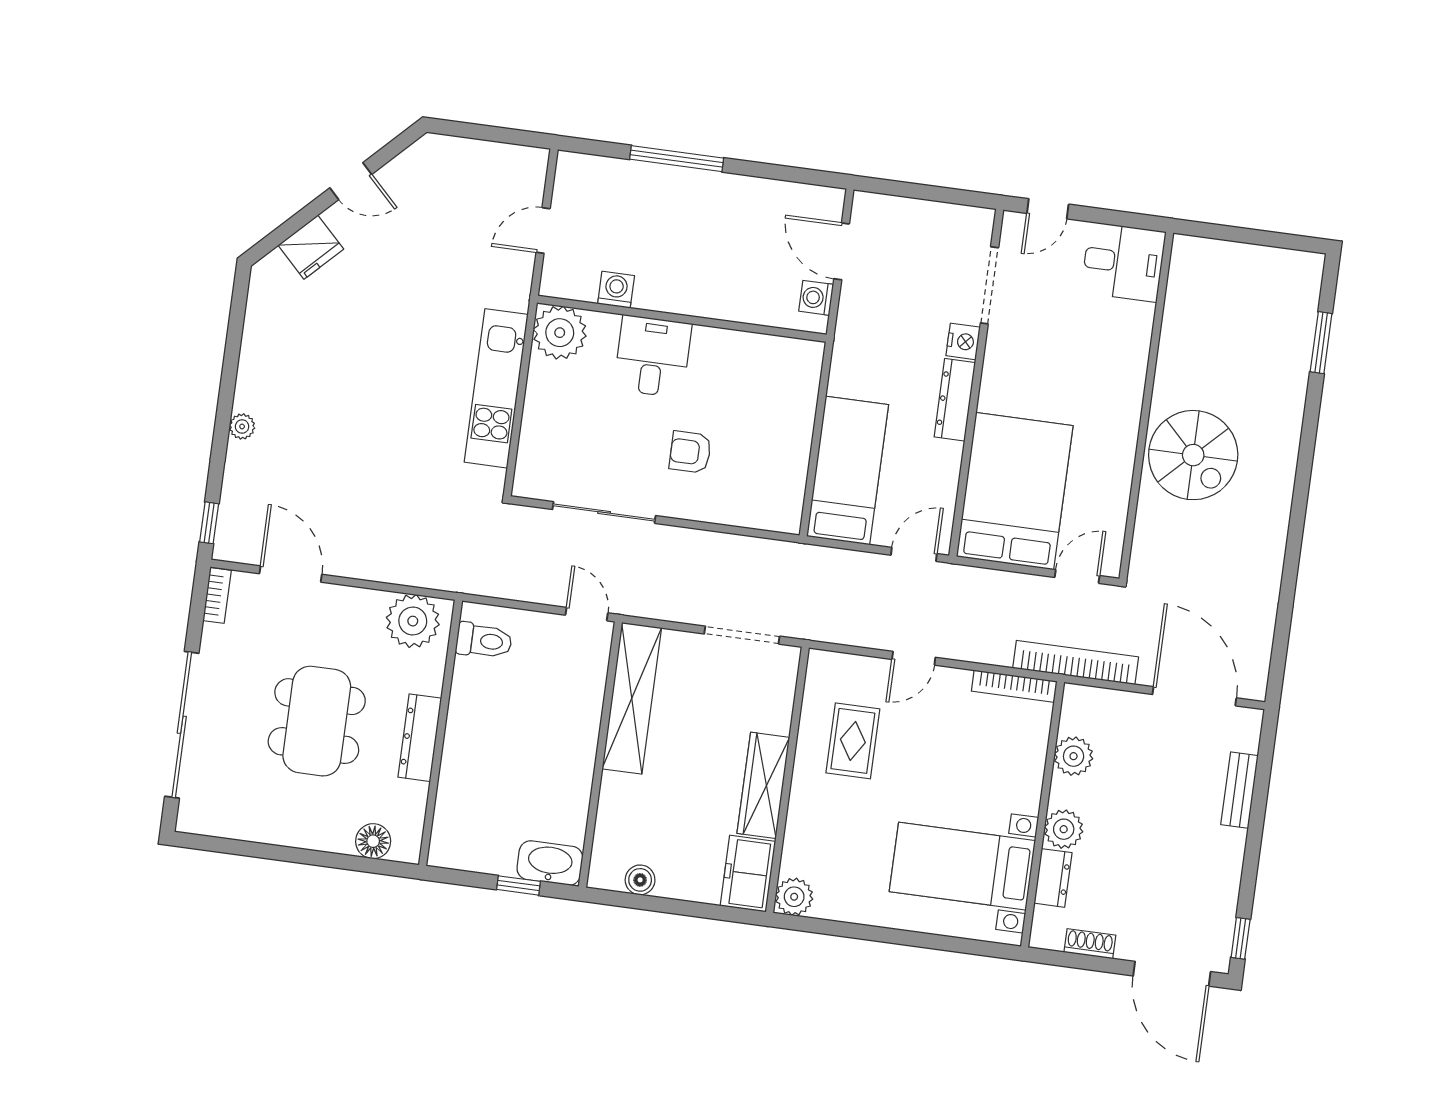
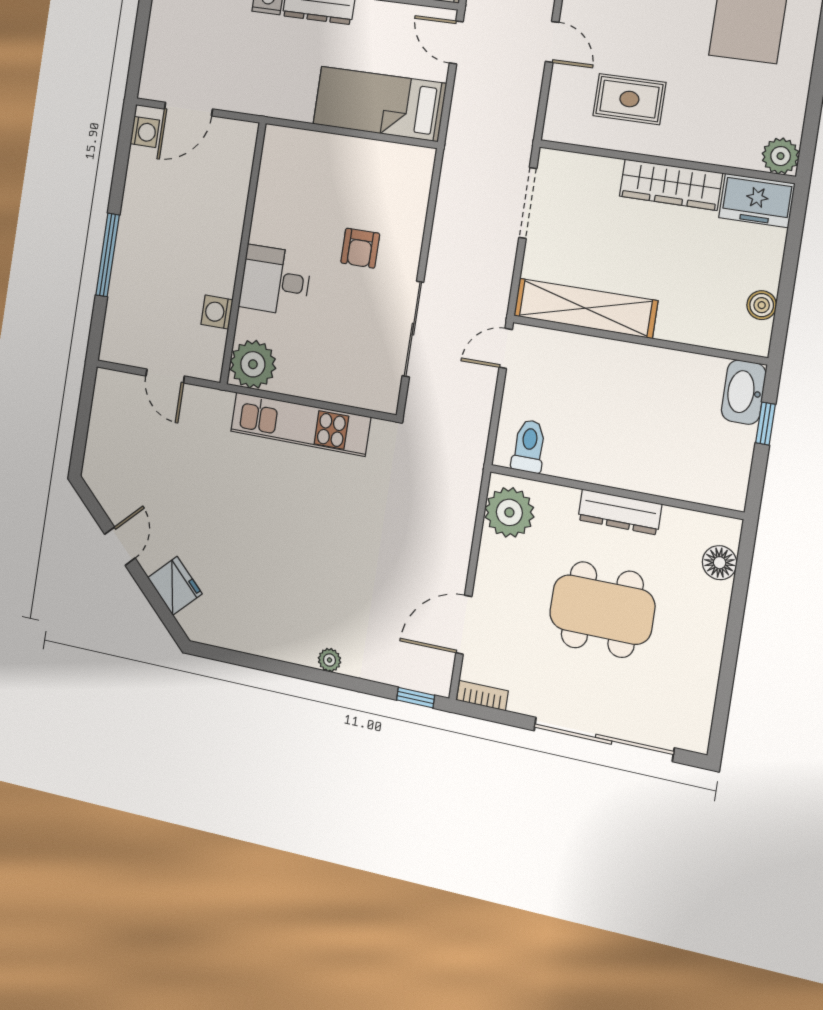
washing machine: (816, 298) -> (145, 132), moved, turned -90

